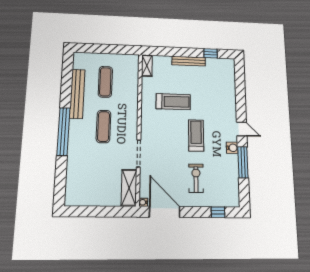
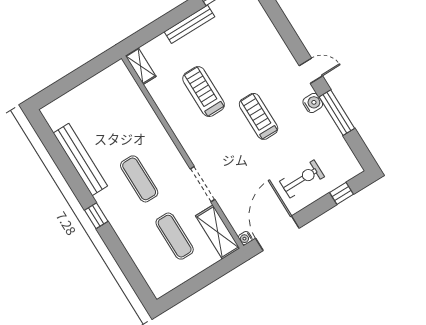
exercise mat: (105, 82) -> (175, 236), moved
treadmill: (173, 102) -> (204, 92), turned -90
window: (63, 132) -> (96, 216), width x0.32
exercise bike: (196, 178) -> (302, 179), moved, turned 90
door: (165, 212) -> (277, 233), hinge flipped

